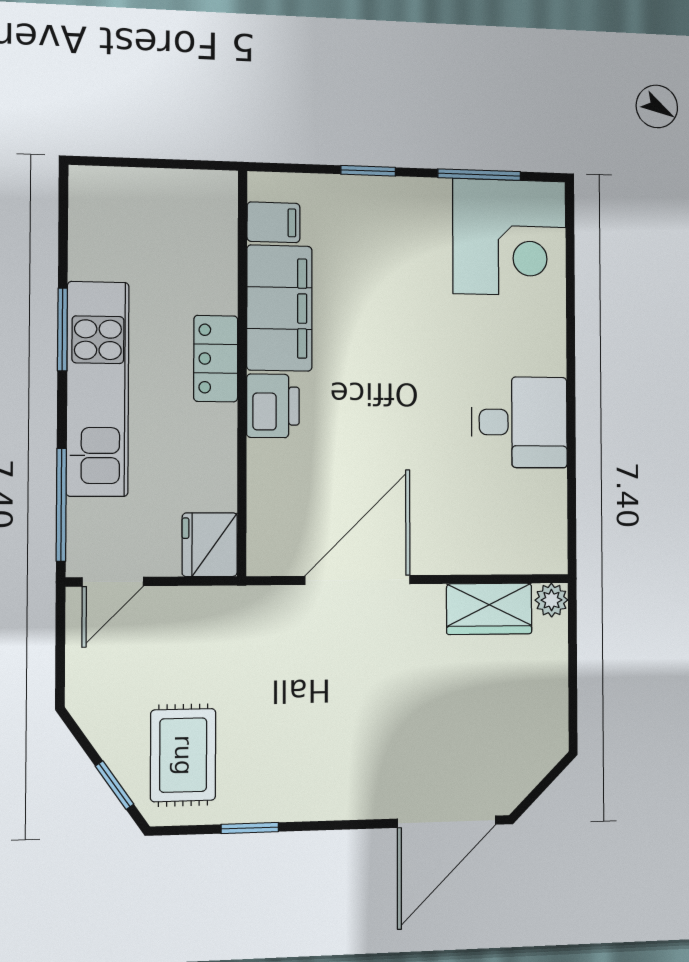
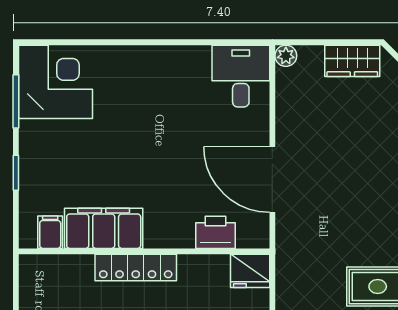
locker: (216, 359) -> (136, 268), width x1.53
printer: (273, 406) -> (216, 232), moved
desk: (519, 422) -> (241, 76), moved
wardrobe: (489, 609) -> (352, 61), moved, turned 90

